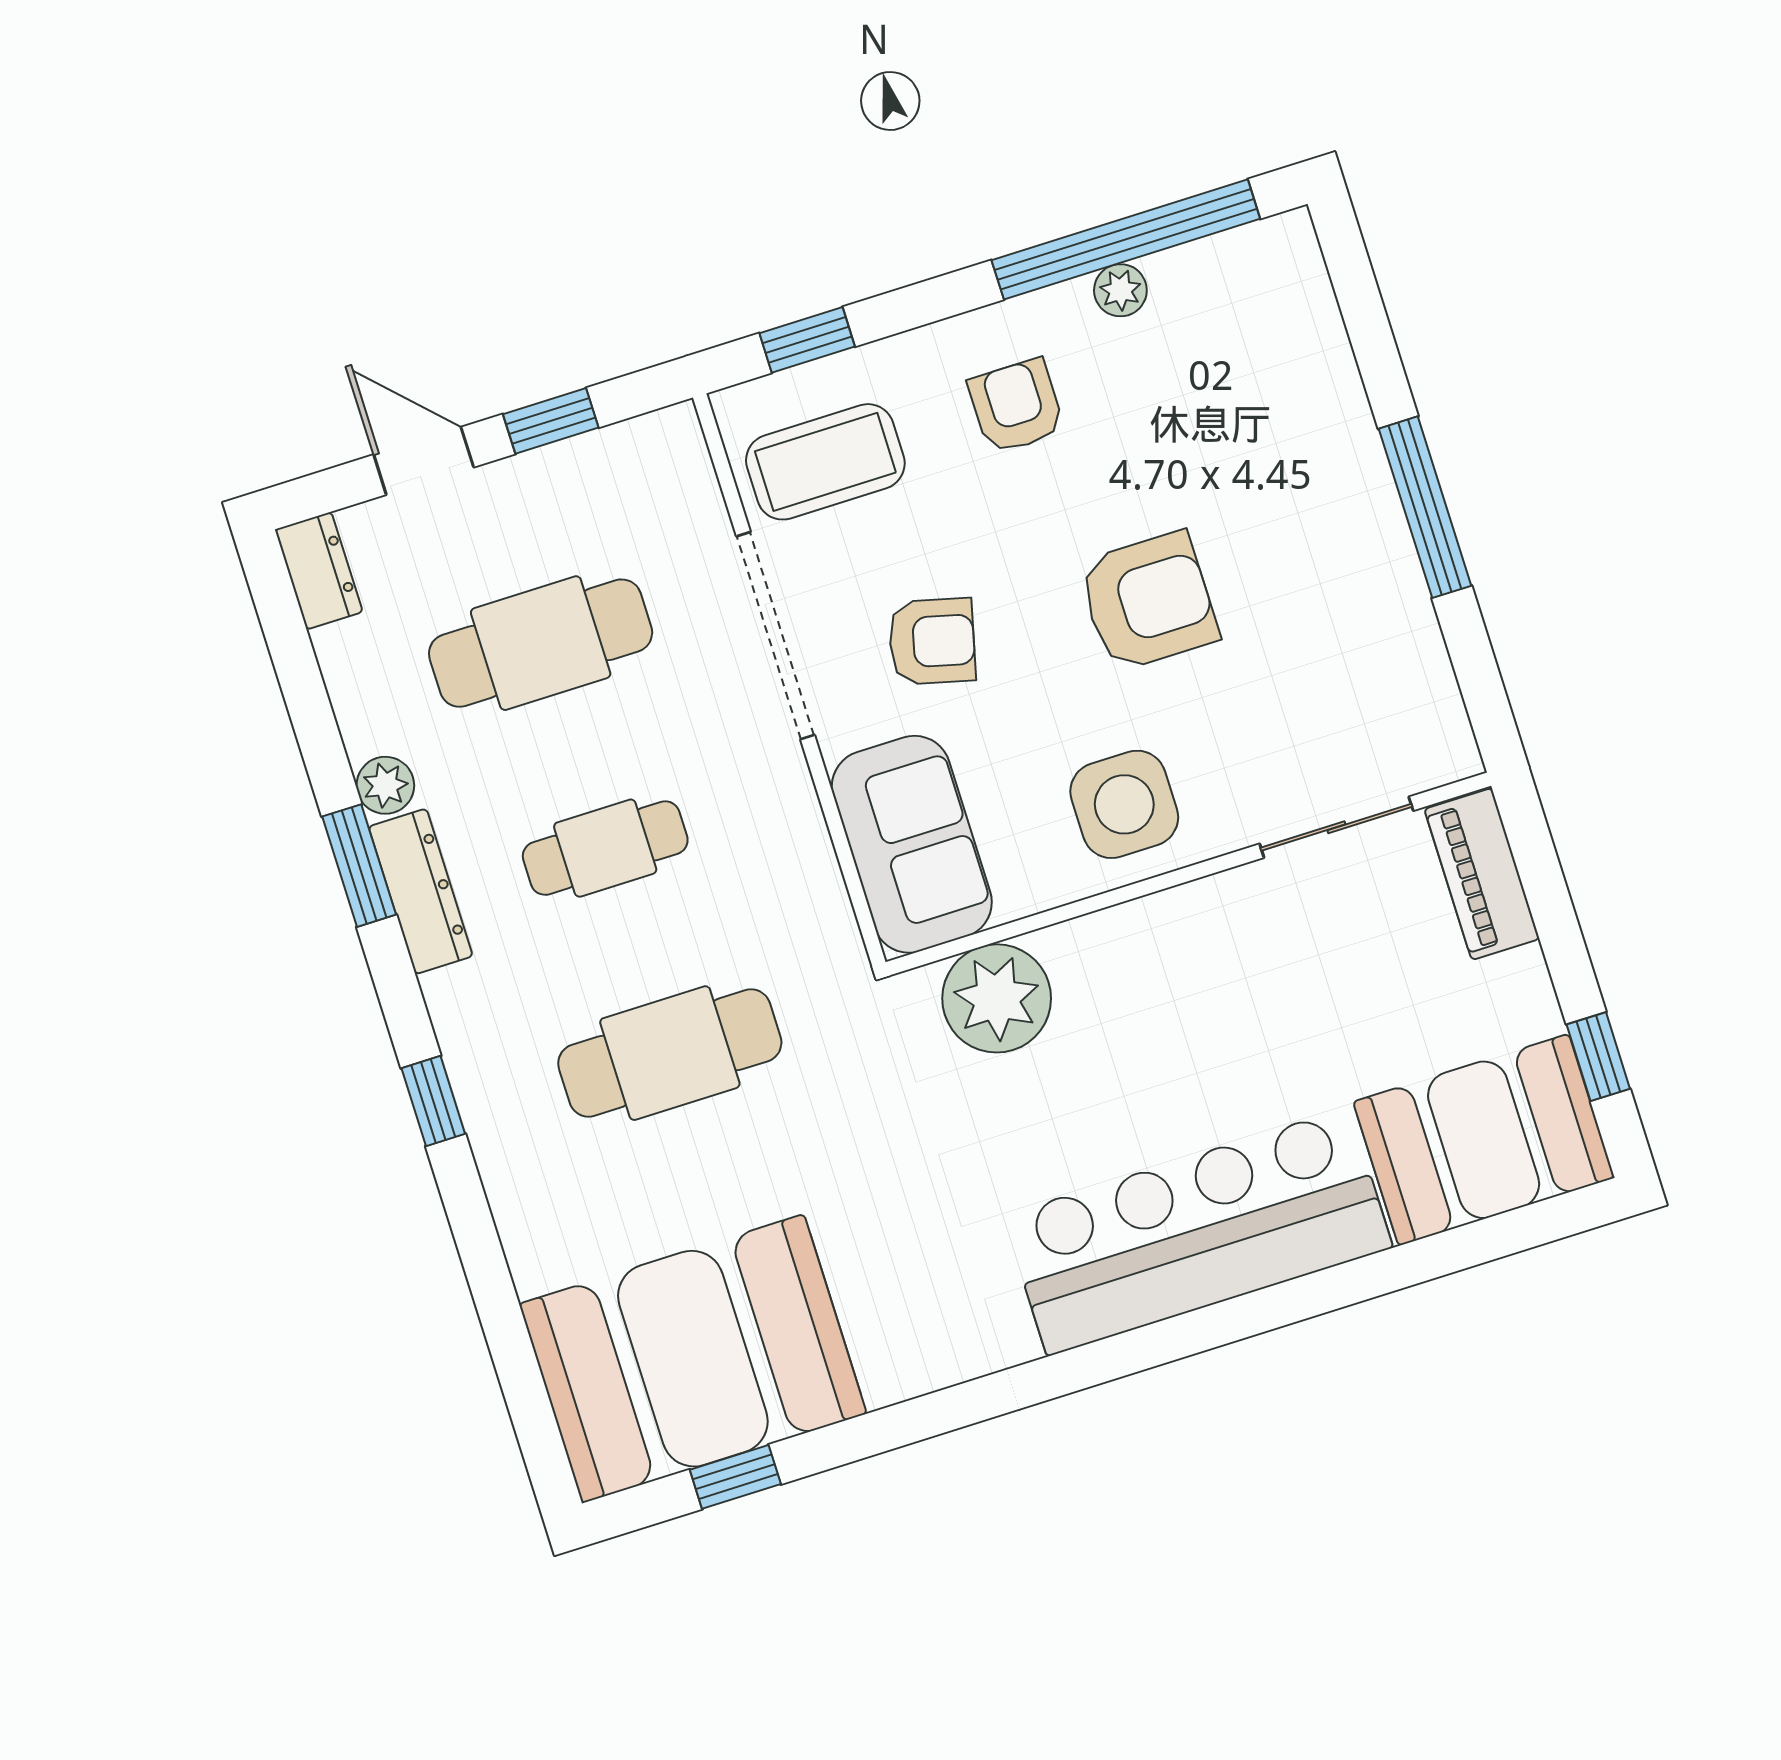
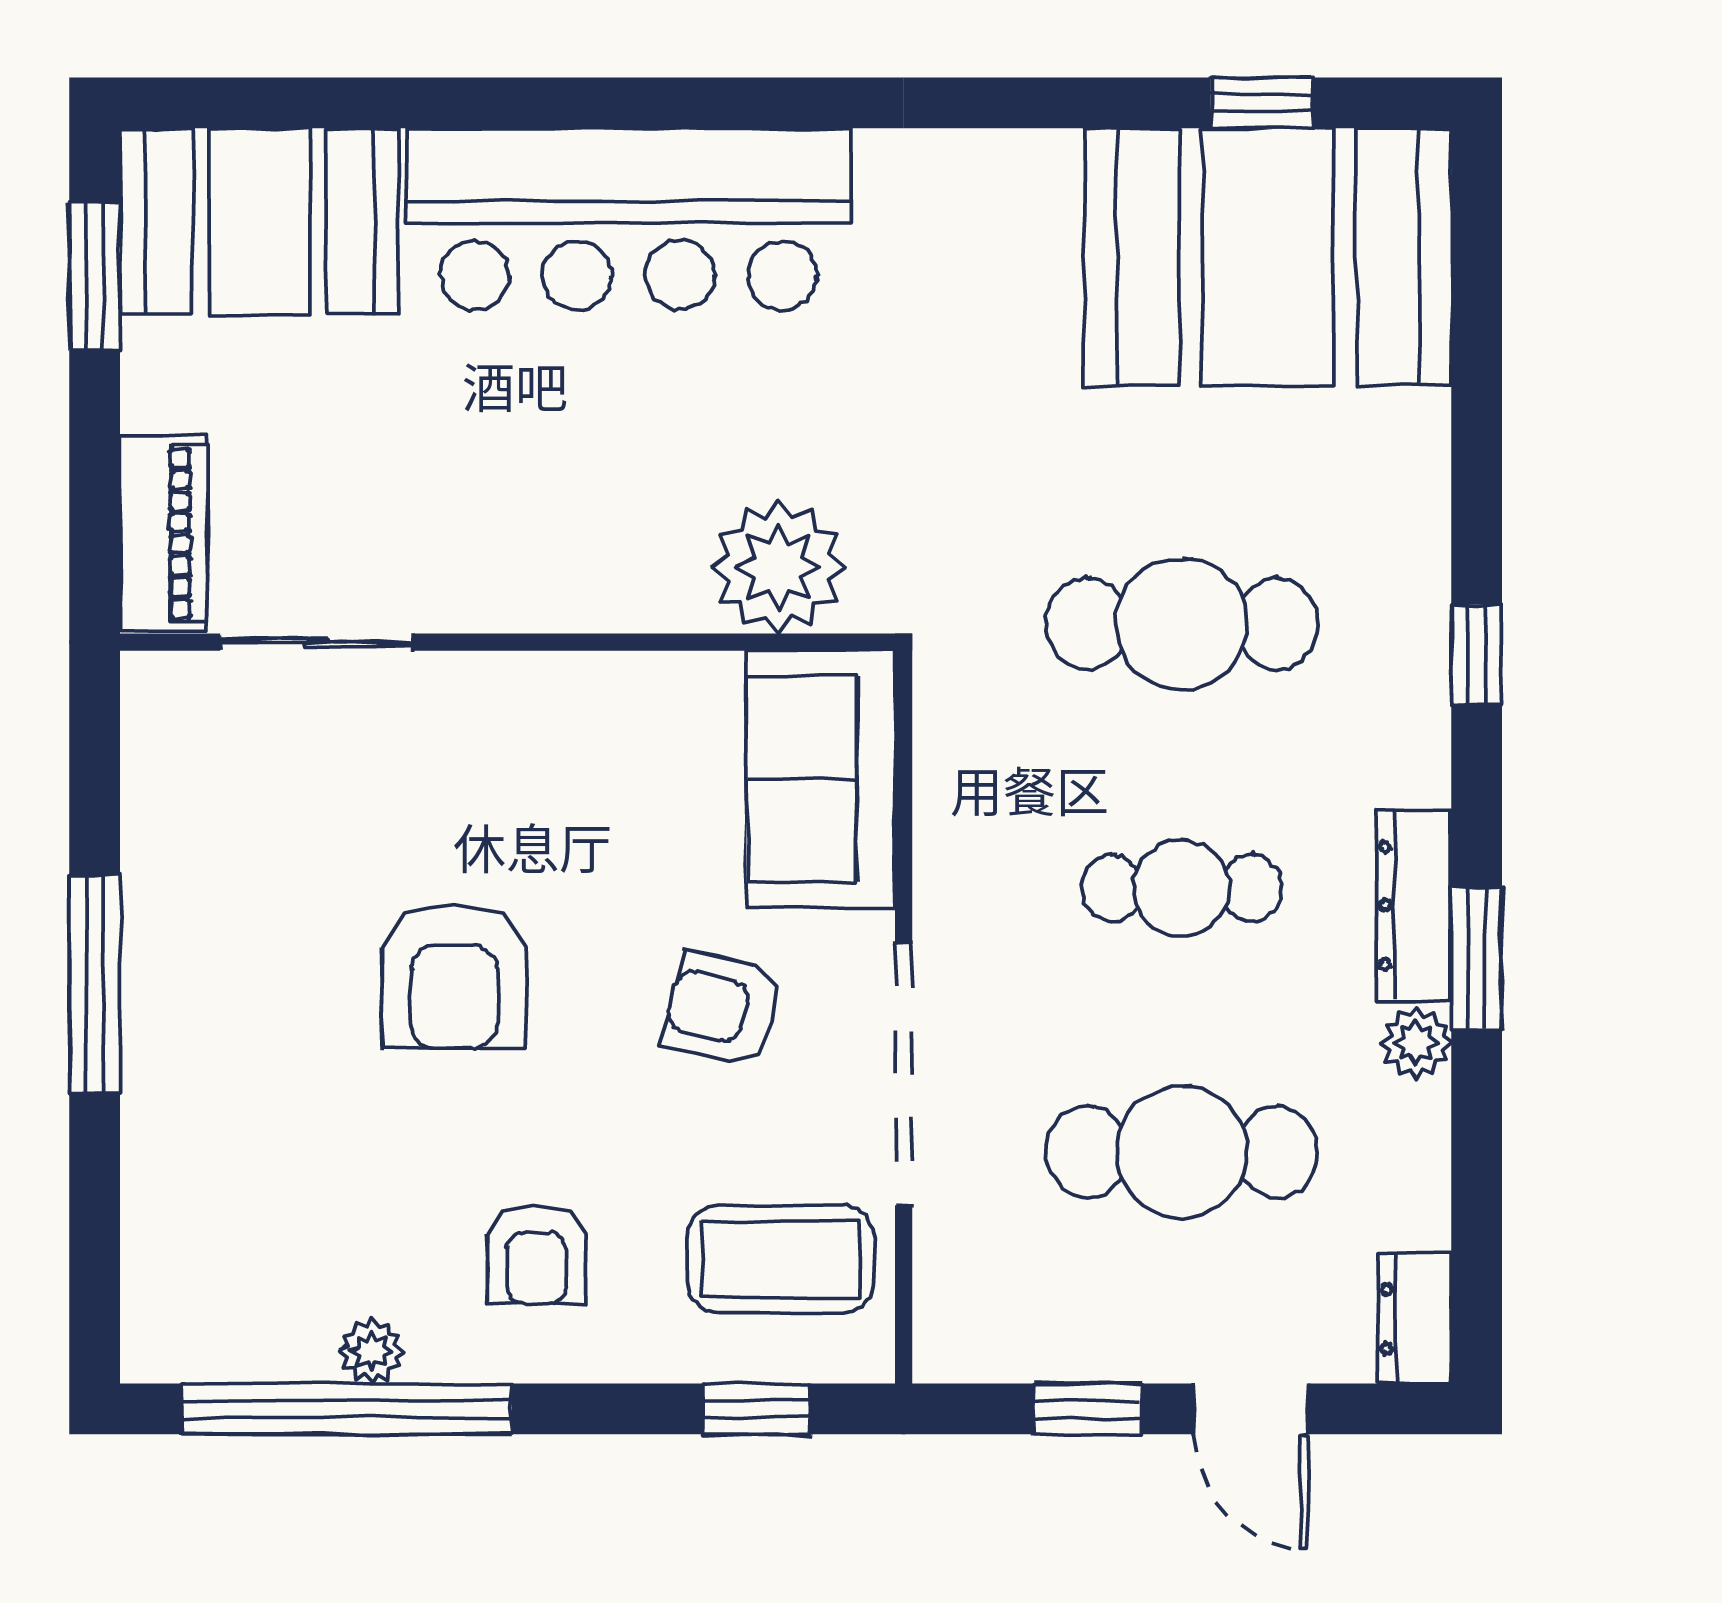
armchair: (1148, 601) -> (454, 976), turned -90
side table: (1124, 804) -> (557, 747), removed
window: (1598, 1057) -> (95, 276), width x1.50

